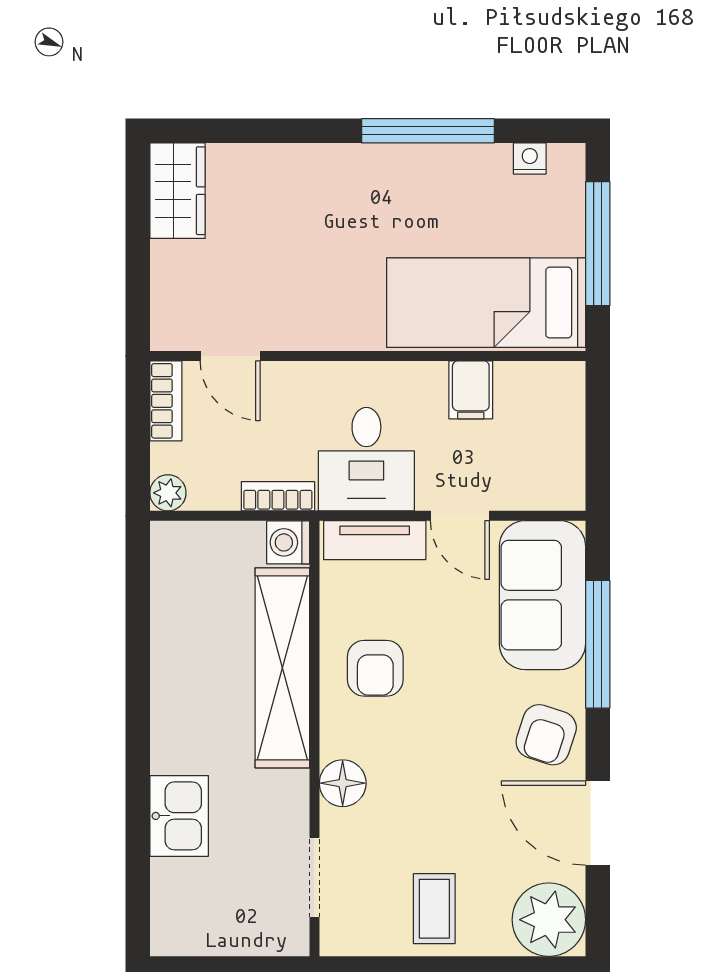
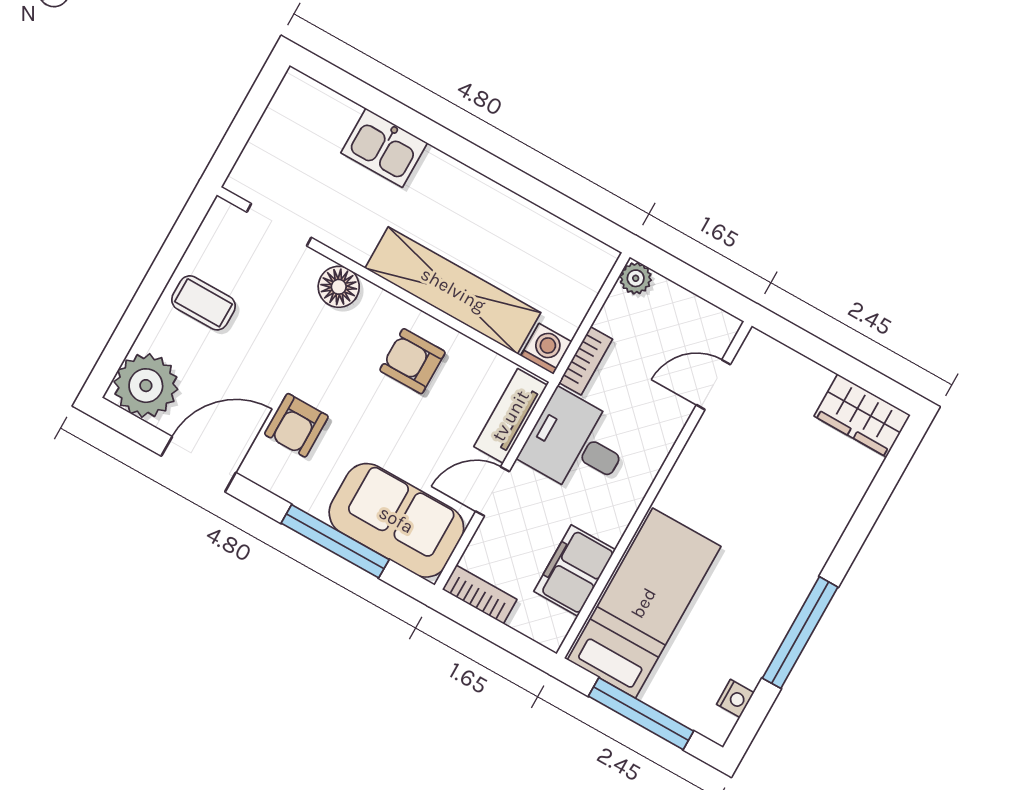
filing cabinet: (471, 390) -> (575, 571), width x2.00
bookcase: (166, 401) -> (480, 594), moved, turned 180
armchair: (546, 735) -> (296, 425), moved, turned -108

